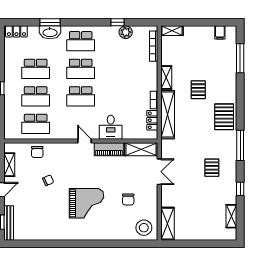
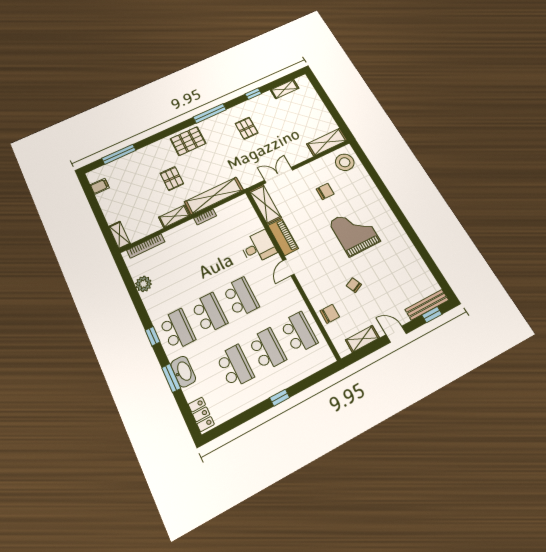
window: (117, 22) -> (153, 336), moved
pallet: (198, 90) -> (172, 179), turned 90
locker: (152, 120) -> (228, 208), removed
pallet: (212, 168) -> (247, 128), turned 90

